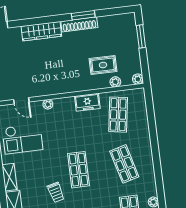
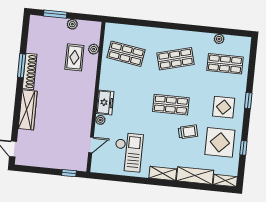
plant: (138, 79) -> (72, 24), moved
freezer: (87, 102) -> (105, 102), moved

